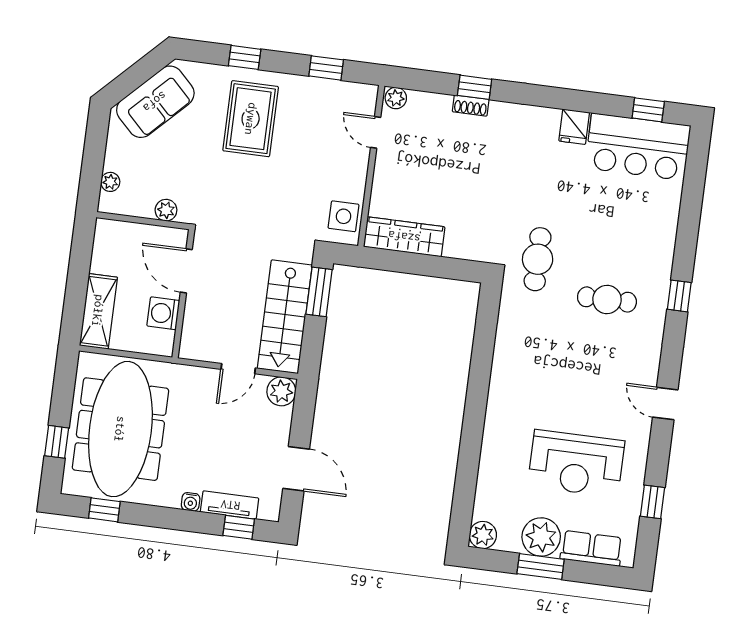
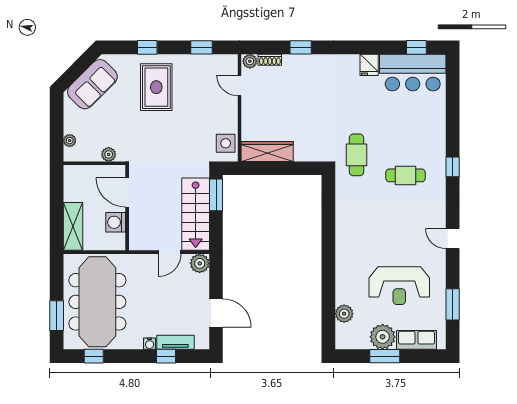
shoe rack: (471, 106) -> (270, 60), moved
window: (57, 442) -> (57, 316), width x1.50
window: (652, 502) -> (453, 304), width x1.50
window: (239, 527) -> (166, 356), moved
plant: (483, 535) -> (344, 314), moved

